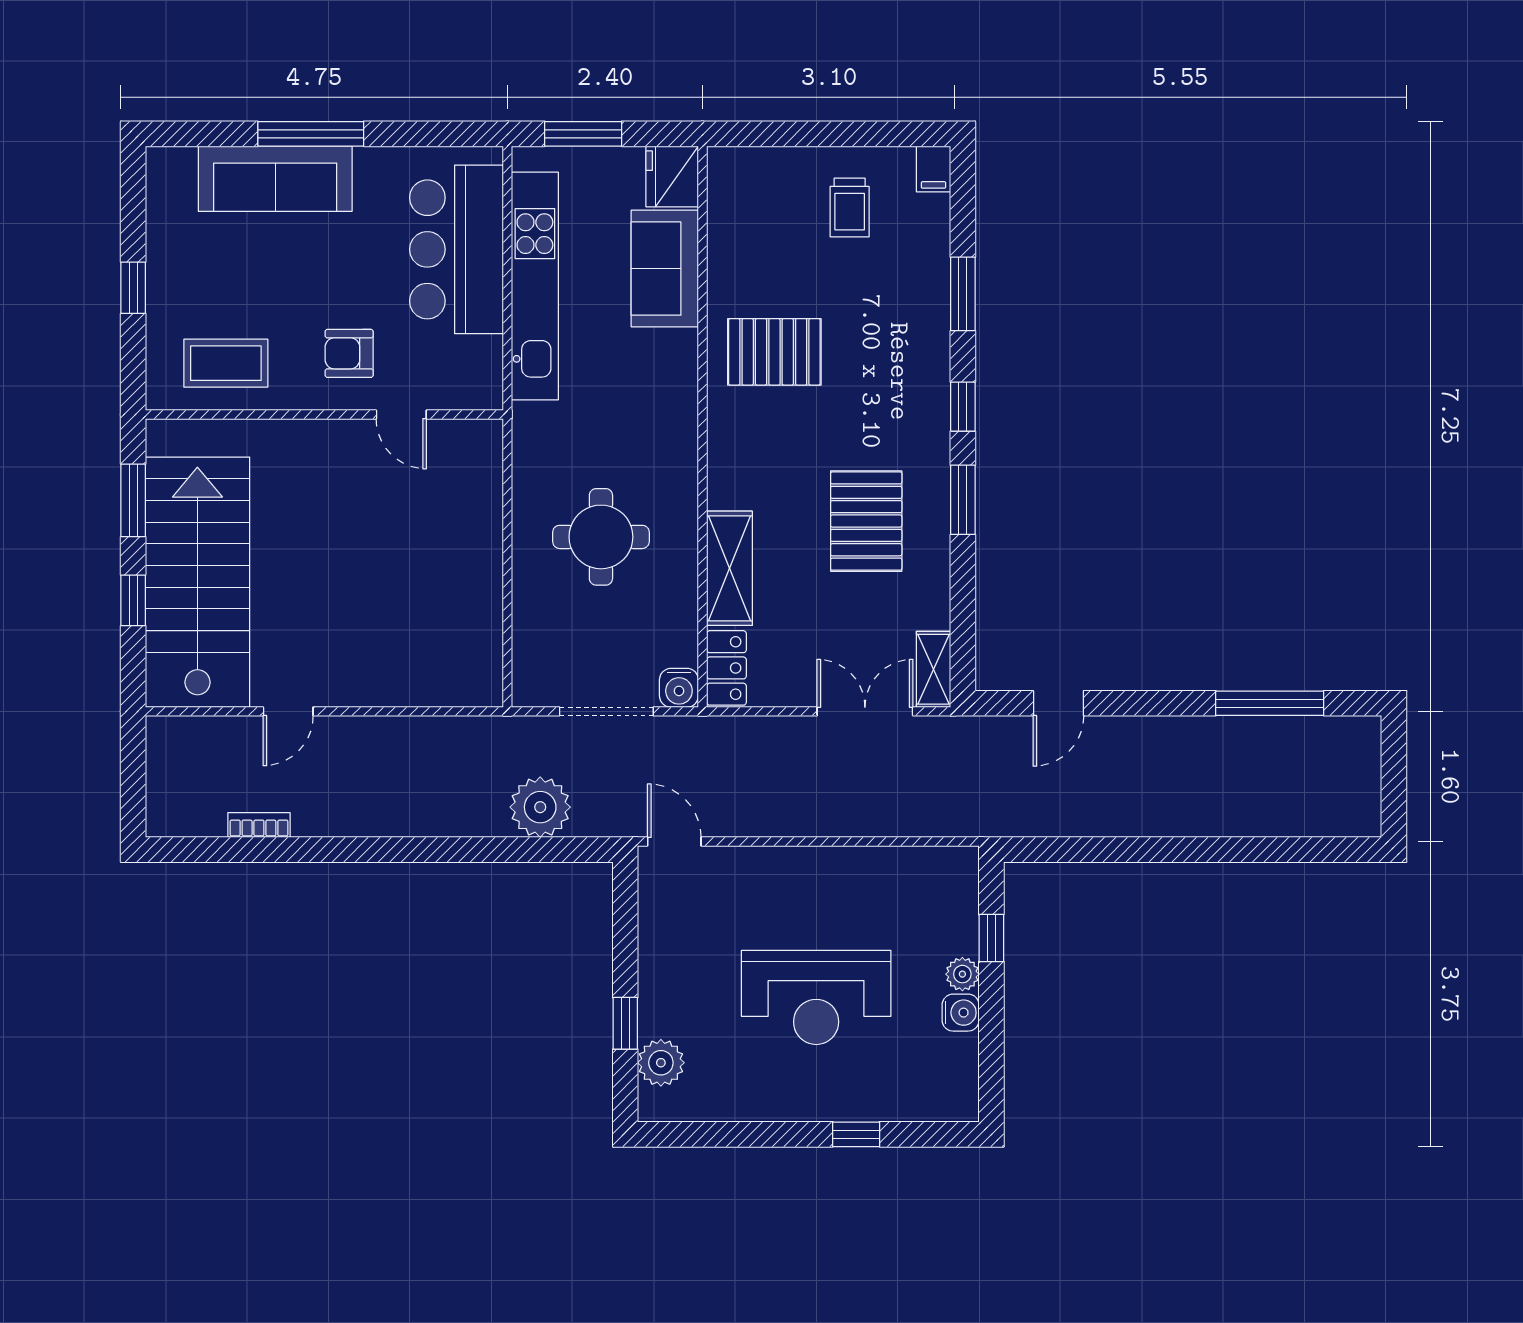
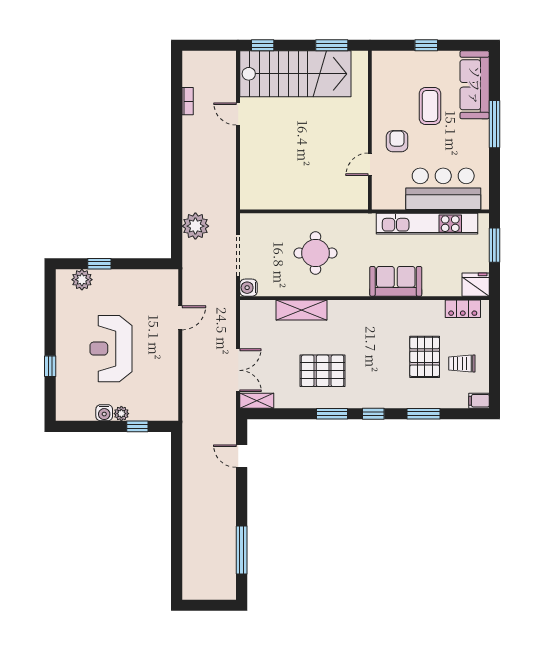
sofa: (275, 179) -> (475, 85), moved
sofa: (665, 269) -> (396, 281), moved
pallet: (774, 352) -> (425, 357), moved
coffee table: (226, 363) -> (430, 106), moved
window: (133, 600) -> (263, 45), moved
locker: (726, 668) -> (463, 309), moved
door: (674, 841) -> (180, 318), moved

